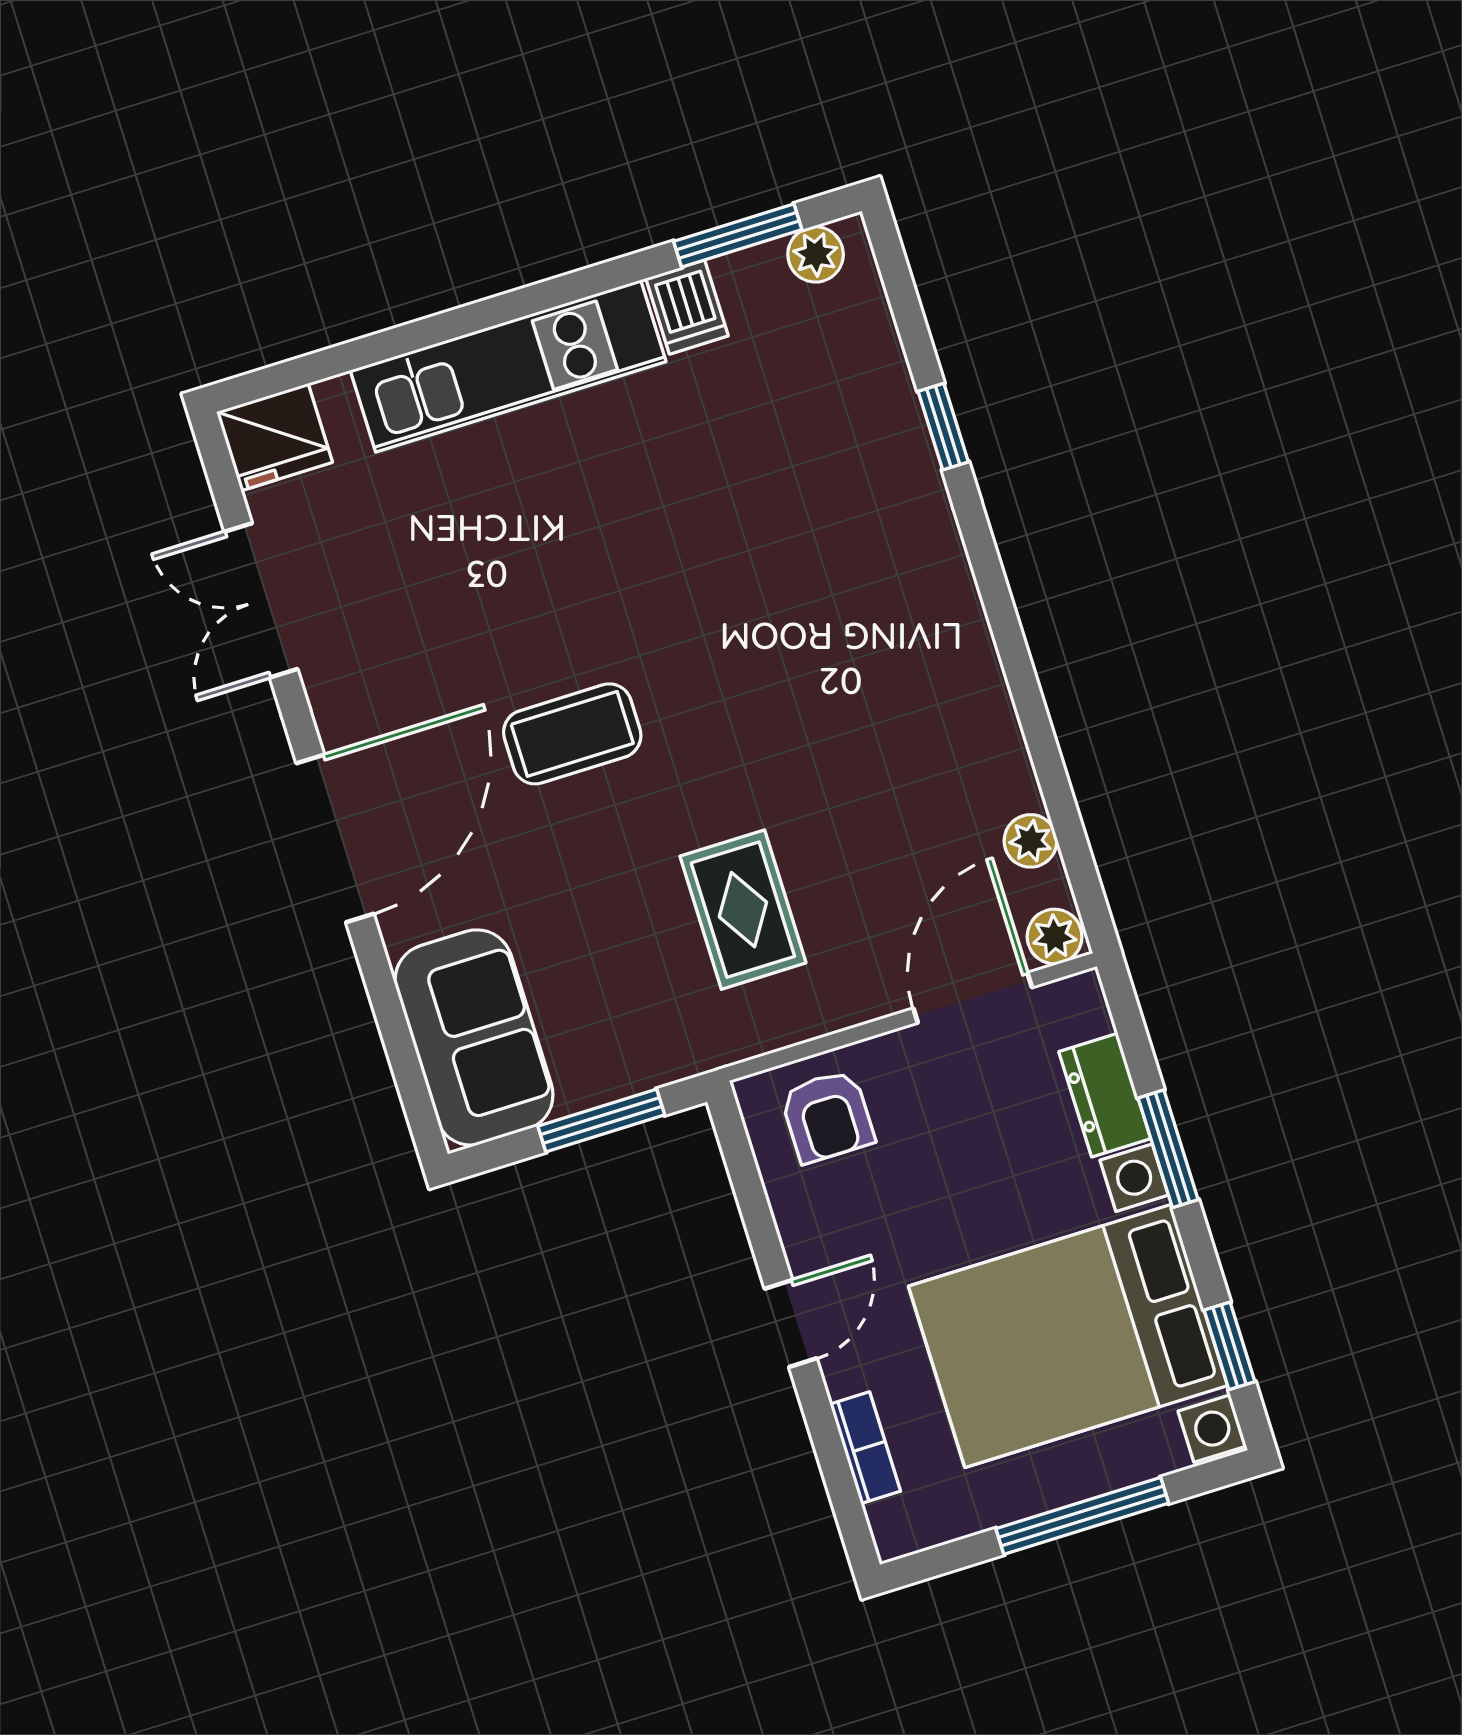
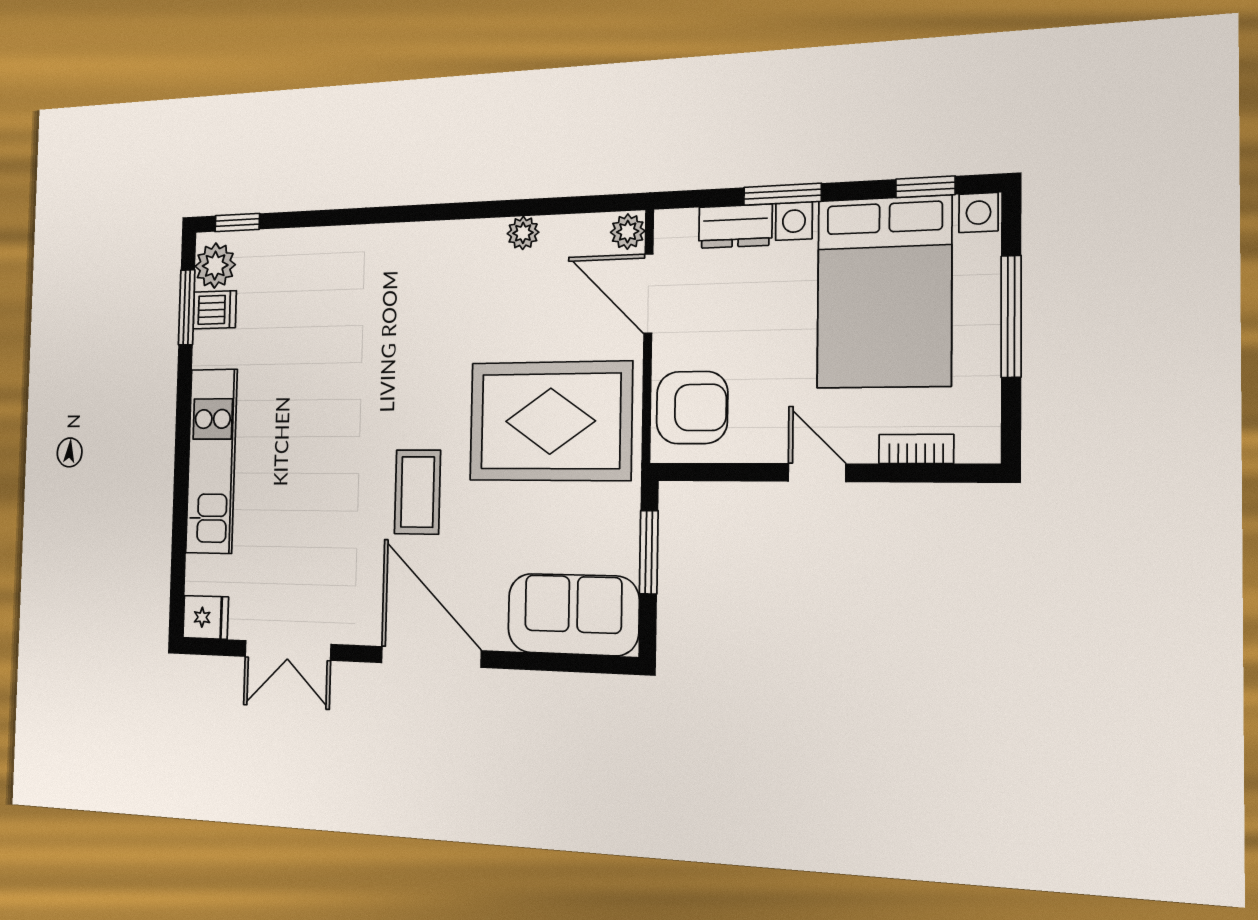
plant: (816, 254) -> (215, 266), width x1.38, depth x1.38
dishwasher: (687, 307) -> (215, 310), moved
window: (943, 427) -> (237, 223), moved
fridge: (274, 437) -> (206, 617), width x0.72
plant: (1031, 841) -> (523, 233), moved
rug: (743, 910) -> (550, 421), width x1.86, depth x2.06
armchair: (827, 1116) -> (692, 408), width x1.38, depth x1.38

